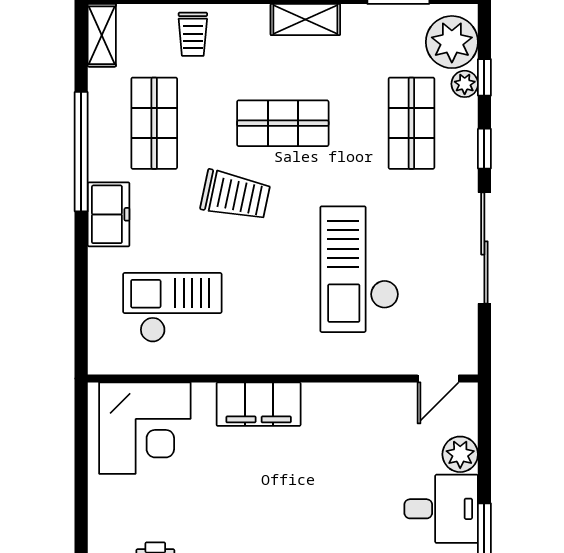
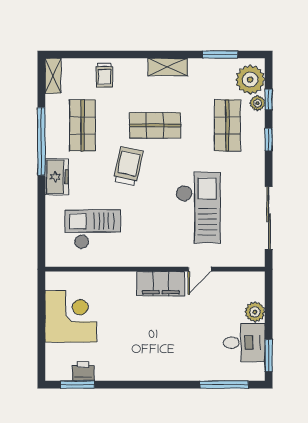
trolley: (235, 195) -> (128, 166), turned -90
sliding door: (484, 248) -> (269, 218), moved
checkout: (359, 269) -> (198, 208), turned 180
door: (438, 378) -> (200, 269), moved
filing cabinet: (259, 404) -> (161, 284), moved
corner desk: (145, 428) -> (71, 316), moved, turned -90

